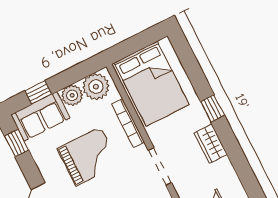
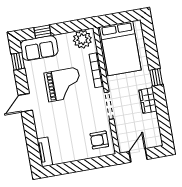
plant: (72, 95) -> (65, 40), removed

